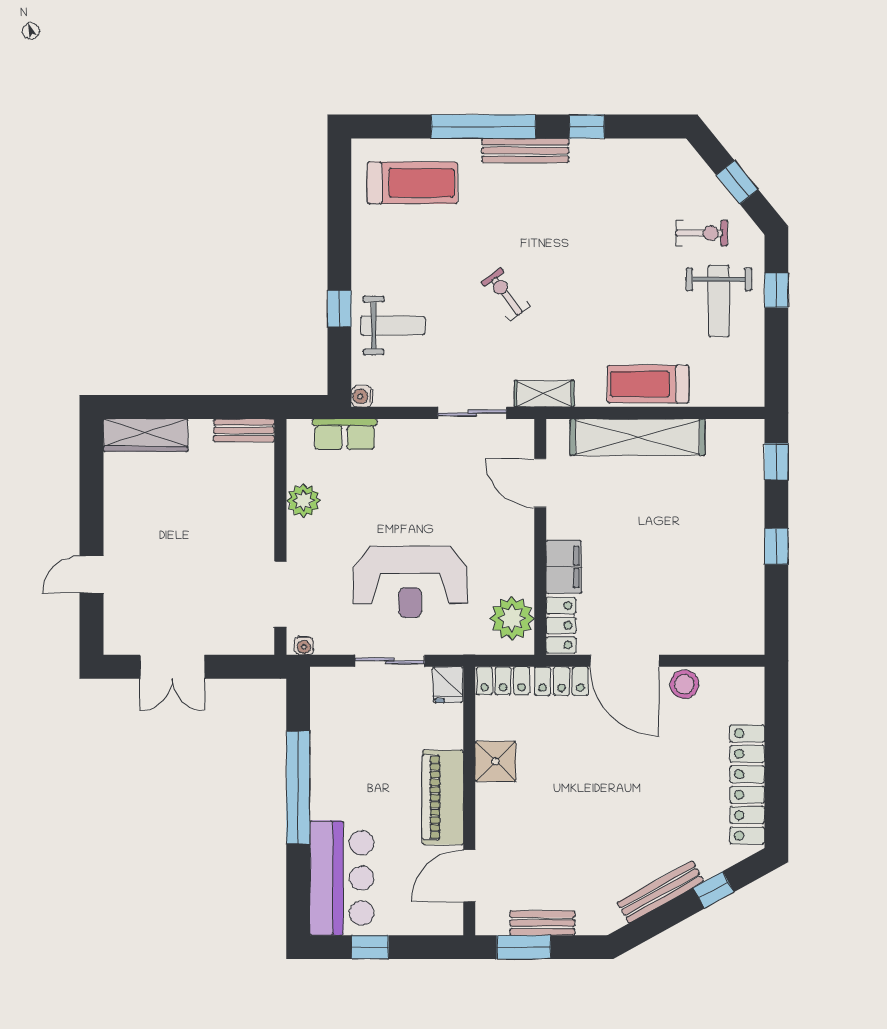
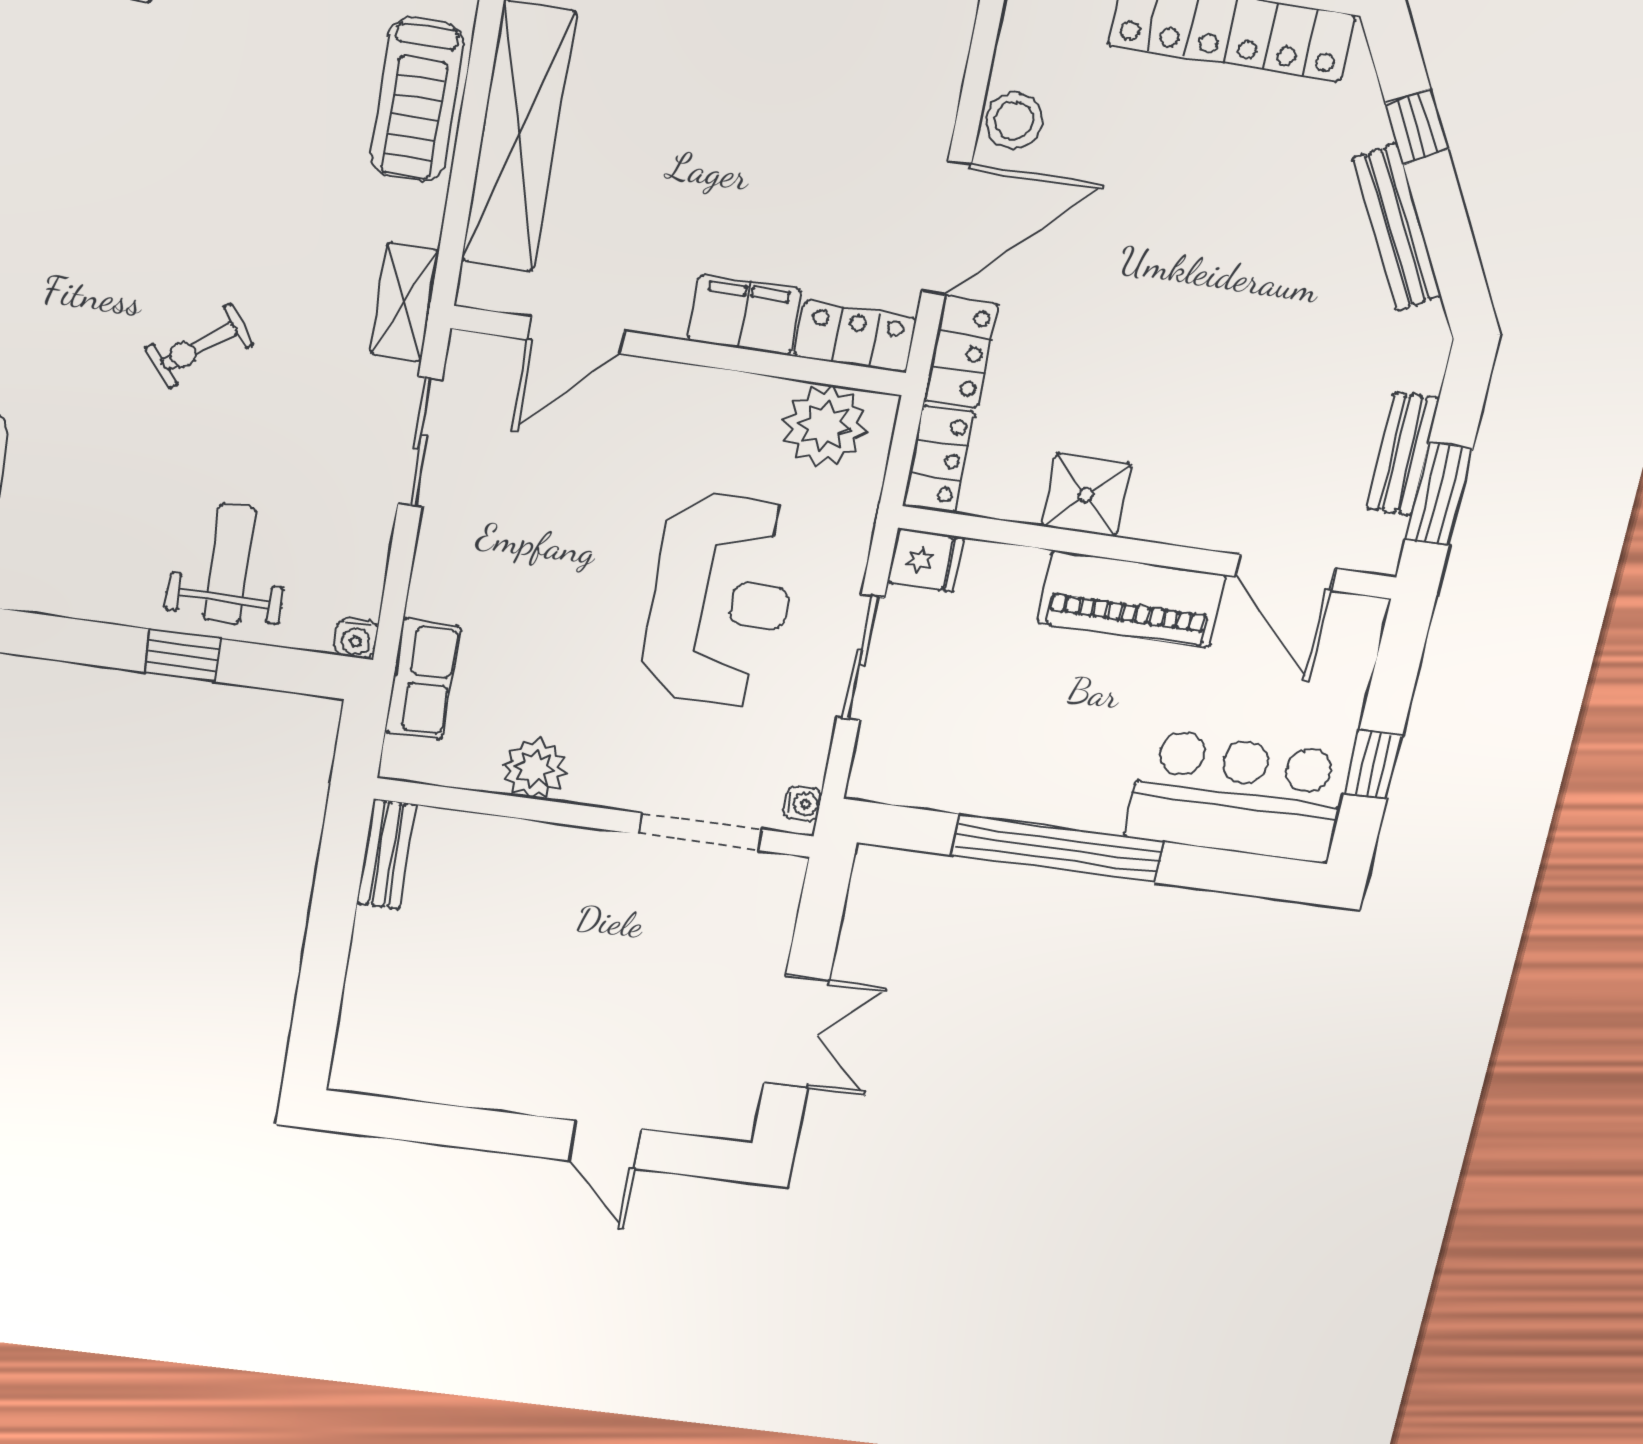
wardrobe: (146, 435) -> (368, 1023), removed

